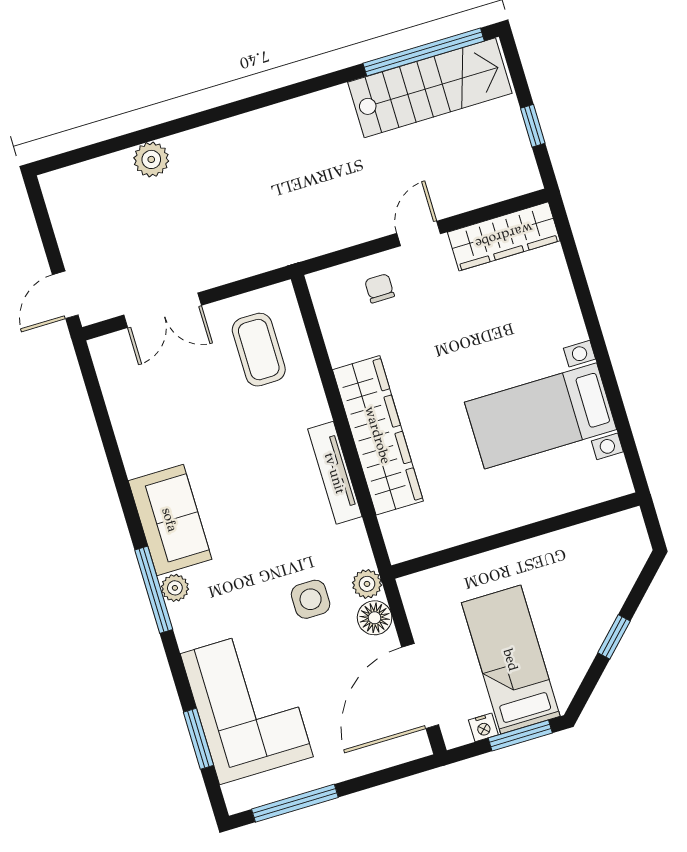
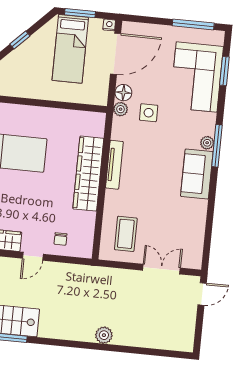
plant: (151, 159) -> (104, 335), moved
nightstand: (483, 727) -> (109, 25), moved

